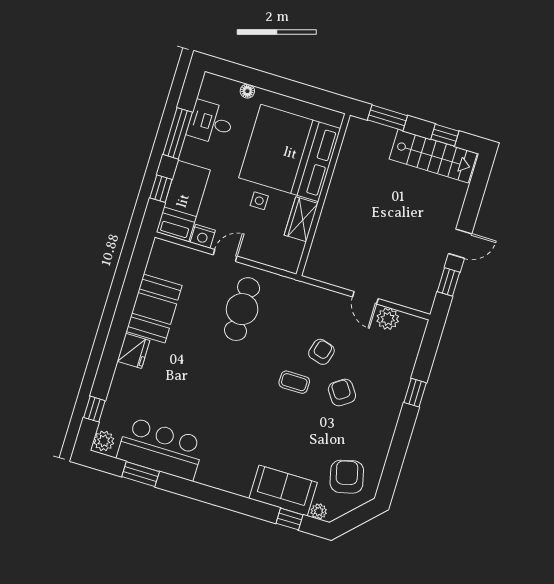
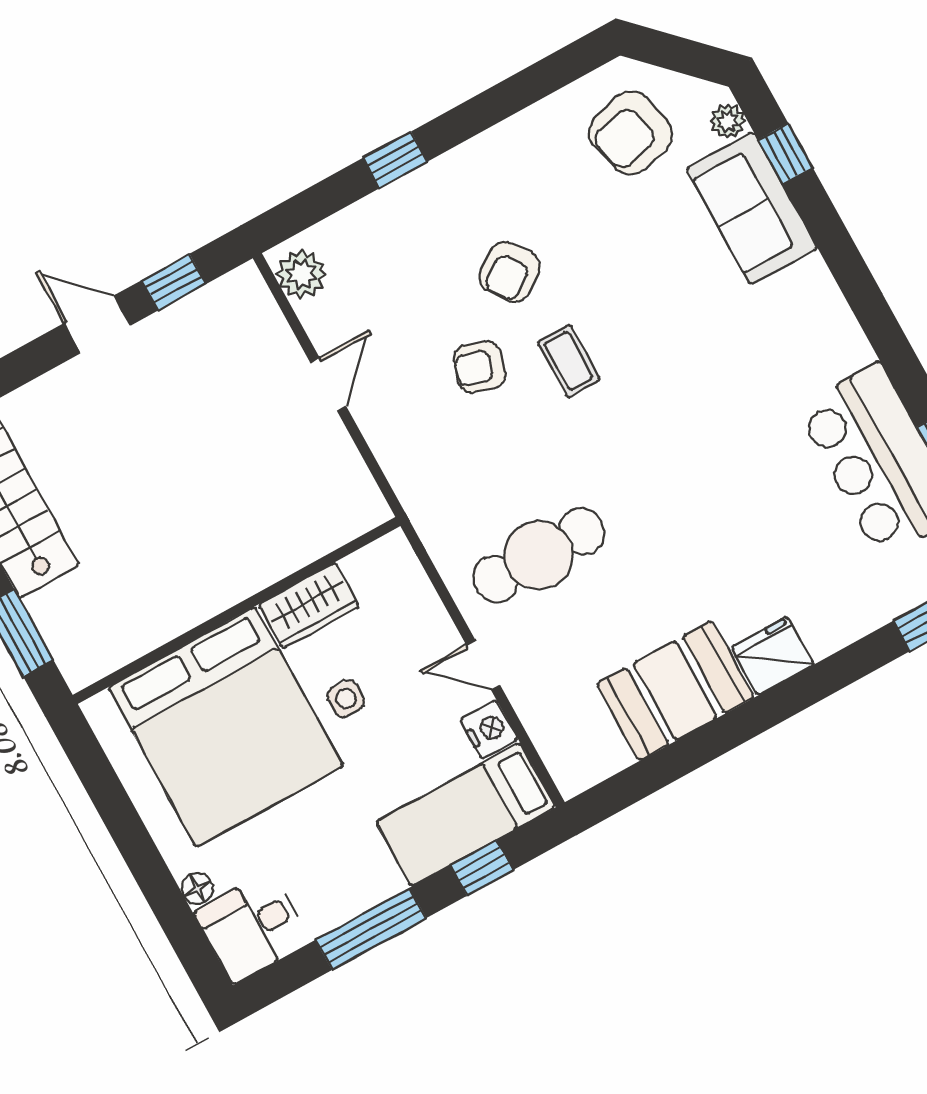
desk: (211, 122) -> (252, 927), moved, turned 90
plant: (388, 319) -> (301, 274), moved

